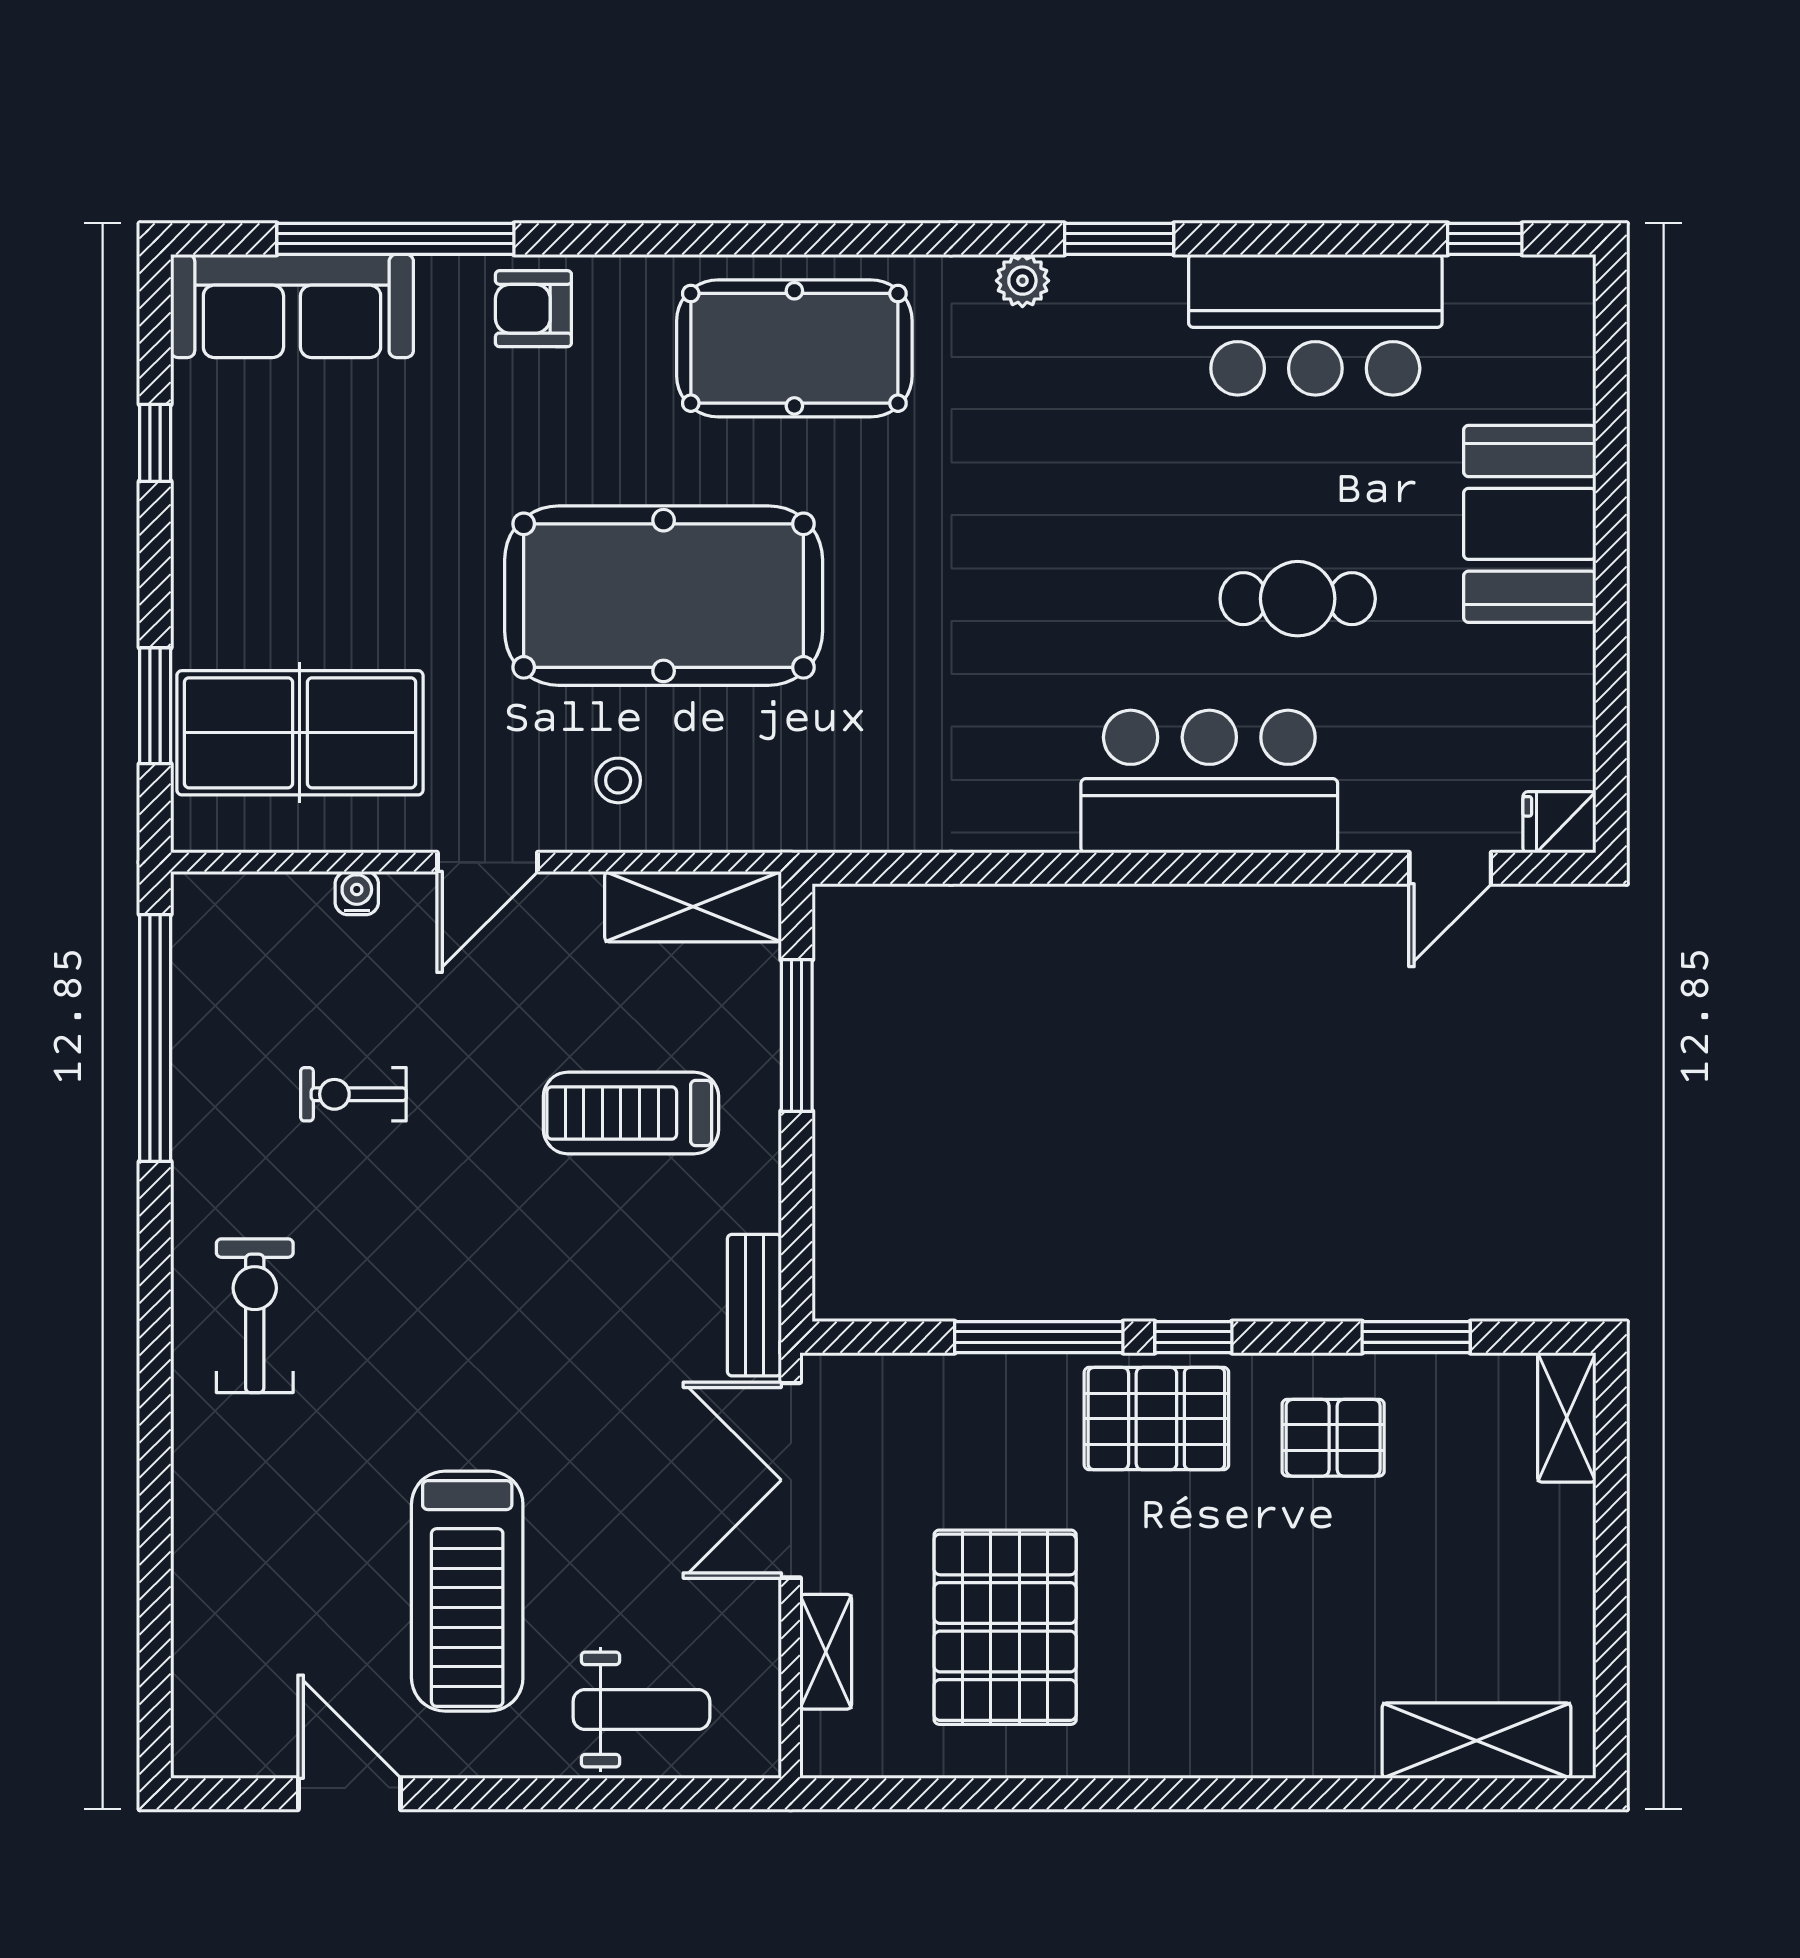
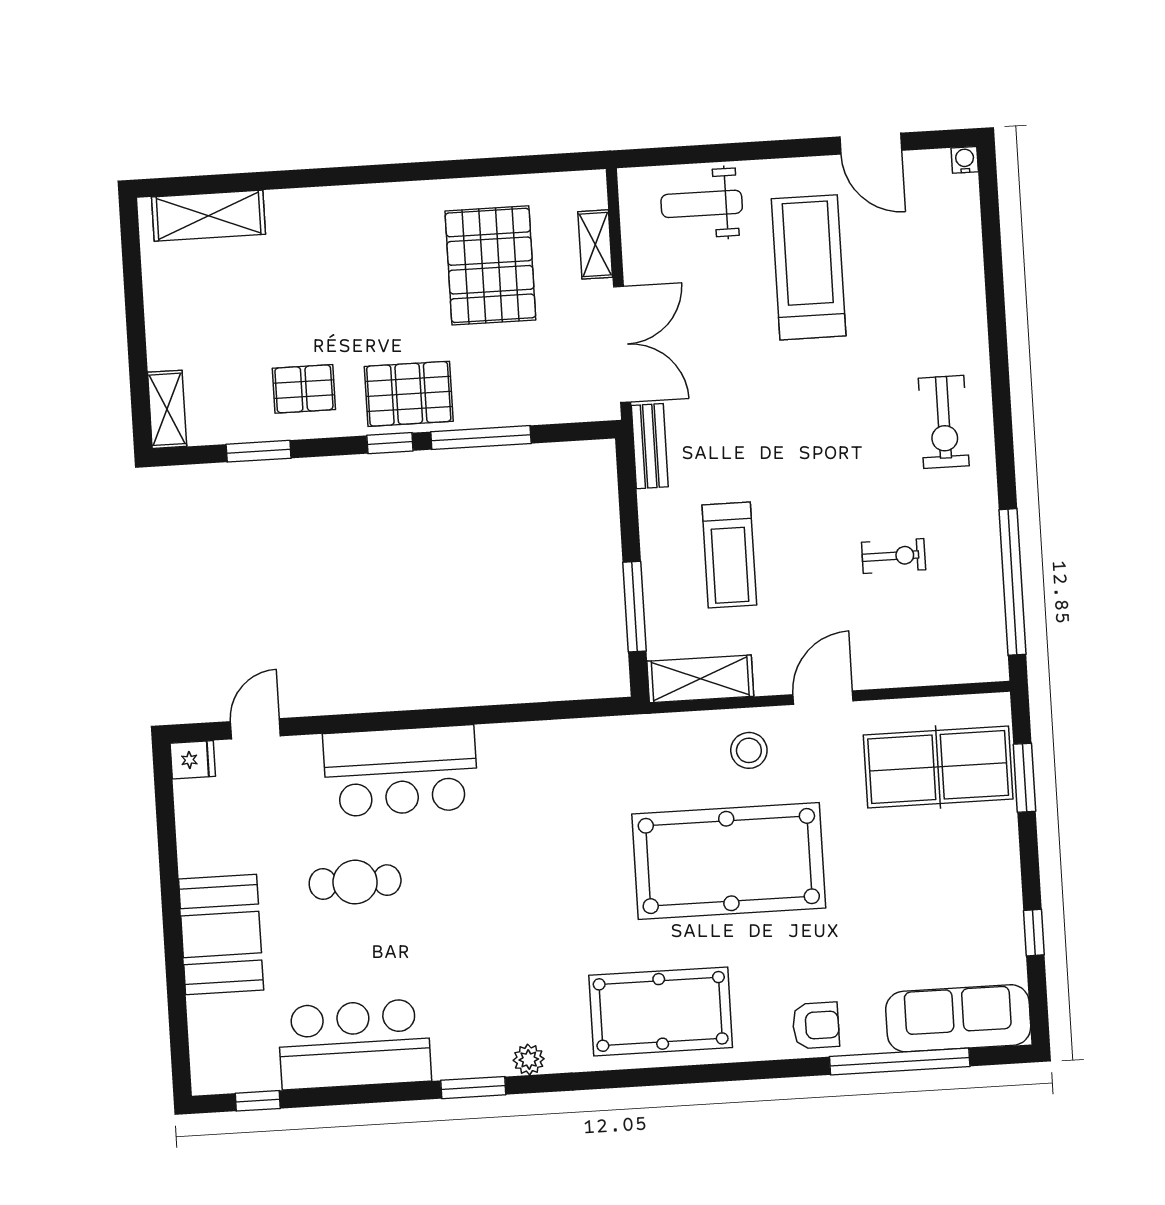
stool: (618, 780) -> (749, 750), width x1.37, depth x1.37
water cooler: (357, 893) -> (965, 160), moved, turned 180
treadmill: (631, 1113) -> (729, 555), turned 90

